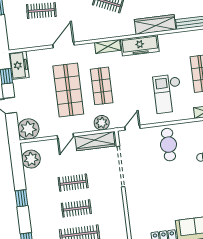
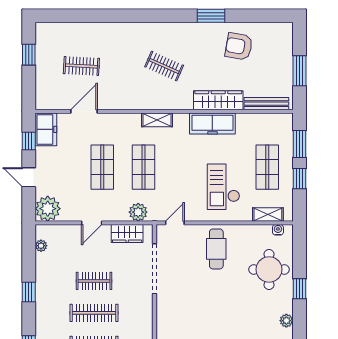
door: (63, 45) -> (84, 111), moved
freezer: (140, 45) -> (212, 124), moved
shop shelf: (68, 90) -> (102, 167), width x0.70, depth x0.74
wardrobe: (95, 141) -> (127, 234), width x0.67
plant: (31, 159) -> (41, 246), width x0.53, depth x0.53
clothes rail: (76, 208) -> (94, 313), width x1.36

